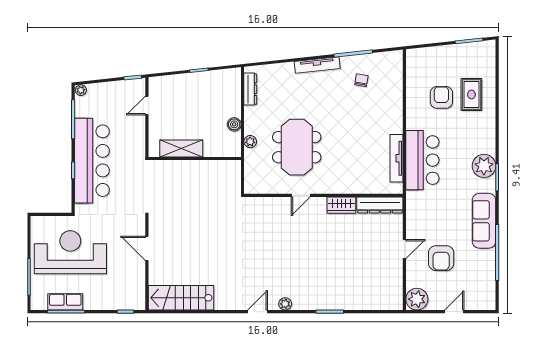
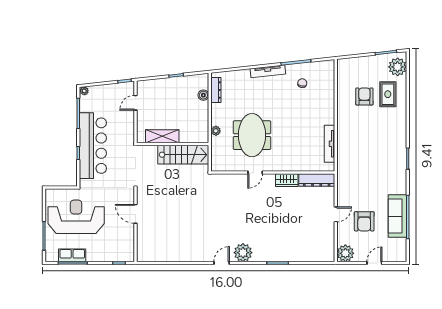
boiler: (234, 124) -> (203, 95), moved
bar counter: (422, 160) -> (350, 145), removed
plant: (484, 166) -> (398, 67), moved
sofa: (484, 221) -> (398, 216), moved
stairs: (181, 298) -> (183, 155), moved, turned 180
plant: (285, 304) -> (243, 253), width x1.87, depth x1.87

